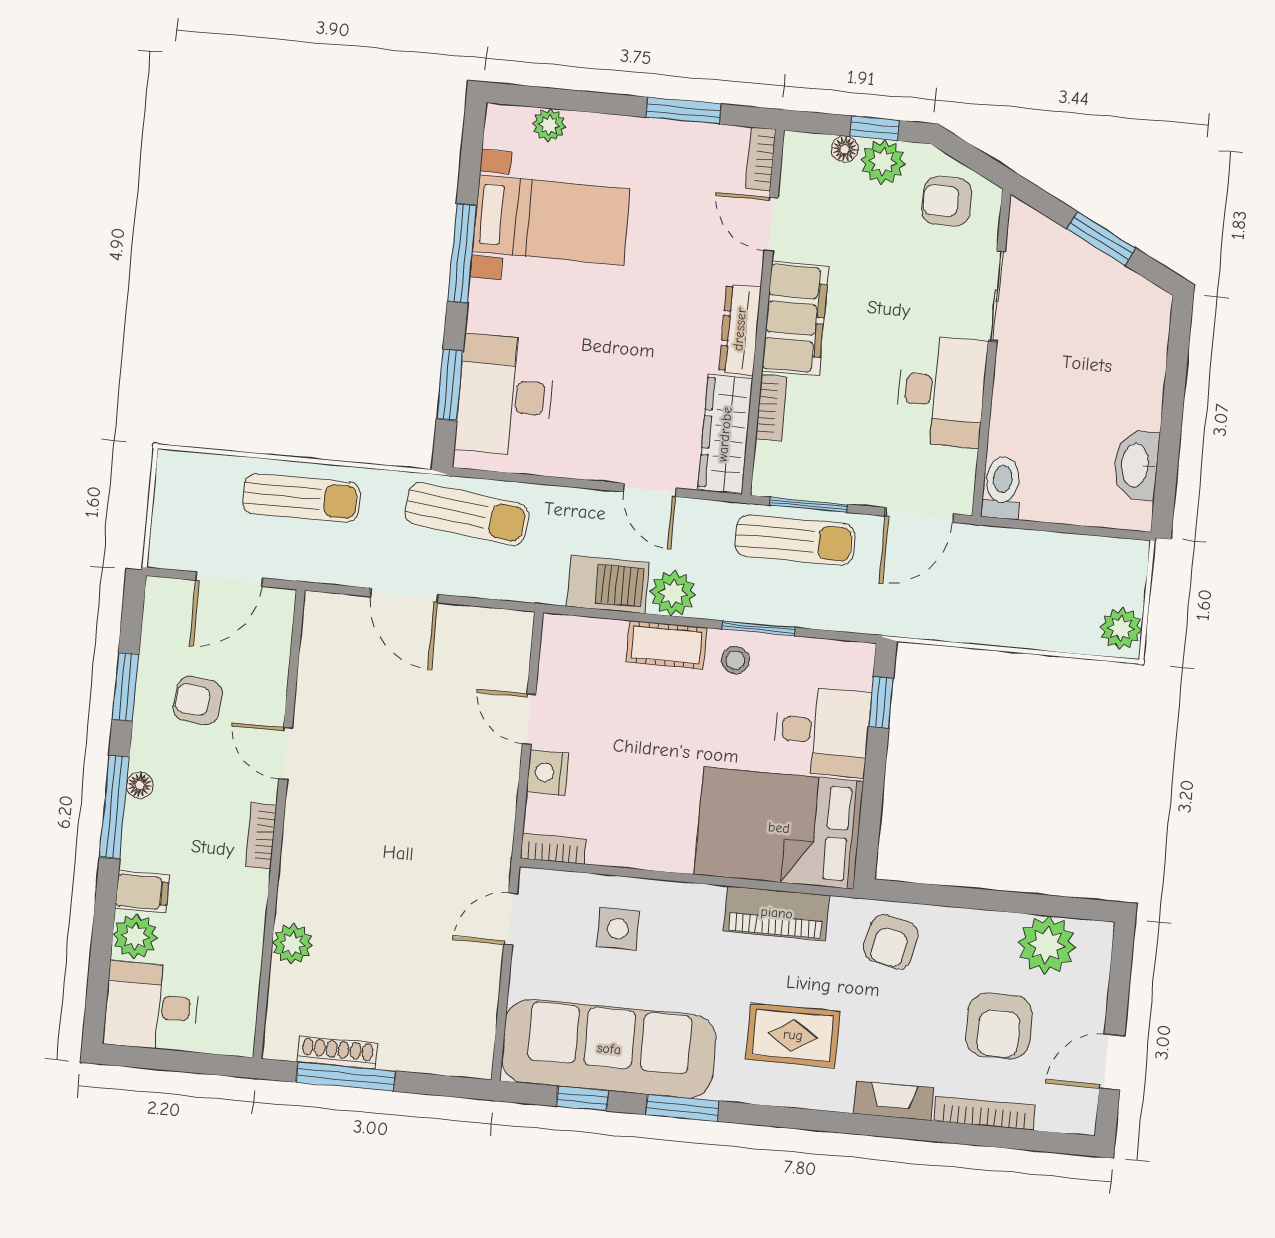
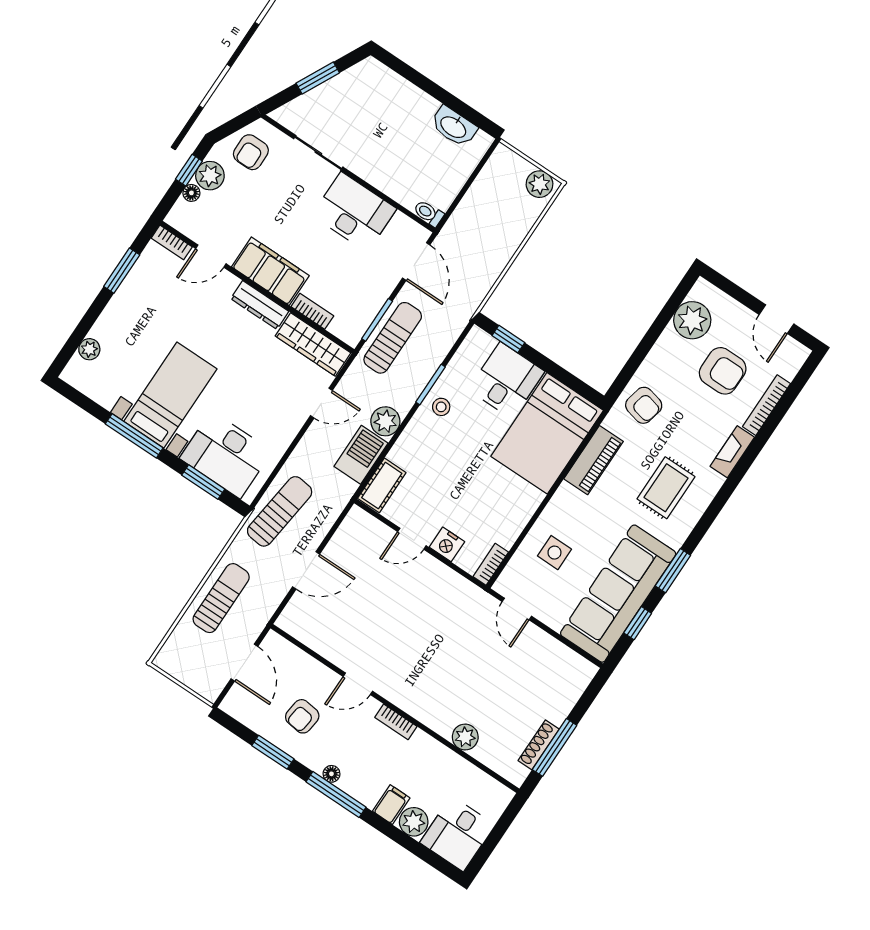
bed with nightstands: (551, 220) -> (170, 395), moved
toilet: (1002, 488) -> (429, 213), width x0.73, depth x0.72
cot: (667, 645) -> (382, 485), moved

